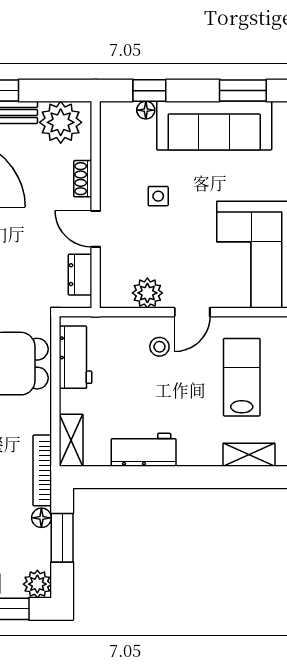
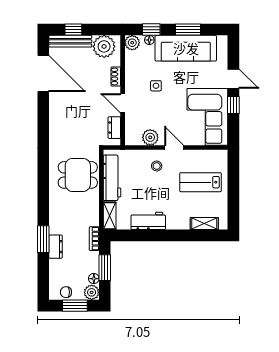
window: (243, 91) -> (188, 30), moved
plant: (114, 115) -> (132, 43), added
door: (192, 312) -> (174, 148), swing flipped
workbench: (75, 357) -> (112, 178), width x1.38
lab bench: (242, 377) -> (200, 182), turned -90
bookcase: (42, 470) -> (94, 239), width x0.64
floor lamp: (41, 518) -> (94, 279), moved

